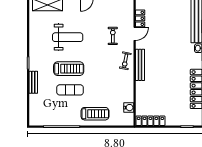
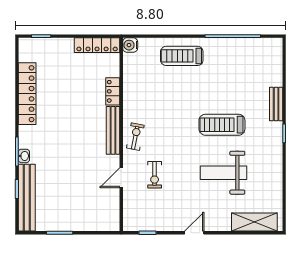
locker: (140, 18) -> (113, 91), moved
exercise mat: (70, 90) -> (220, 92), removed
water cooler: (129, 108) -> (130, 45), moved

